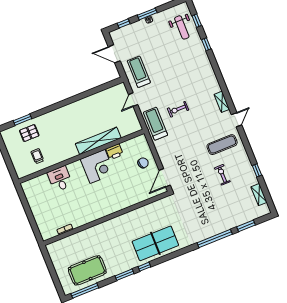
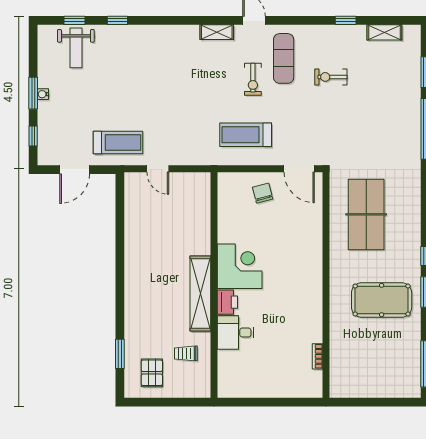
weight bench: (182, 27) -> (76, 48), turned 90
treadmill: (139, 72) -> (118, 143), turned 180
exercise bike: (178, 109) -> (253, 79), moved
treadmill: (156, 124) -> (246, 135), moved
pallet: (29, 133) -> (152, 373), moved
shelving: (98, 141) -> (200, 293), moved
printer: (115, 152) -> (227, 302), moved
table tennis table: (155, 243) -> (366, 214), moved
pool table: (87, 270) -> (382, 300), moved, turned 90

